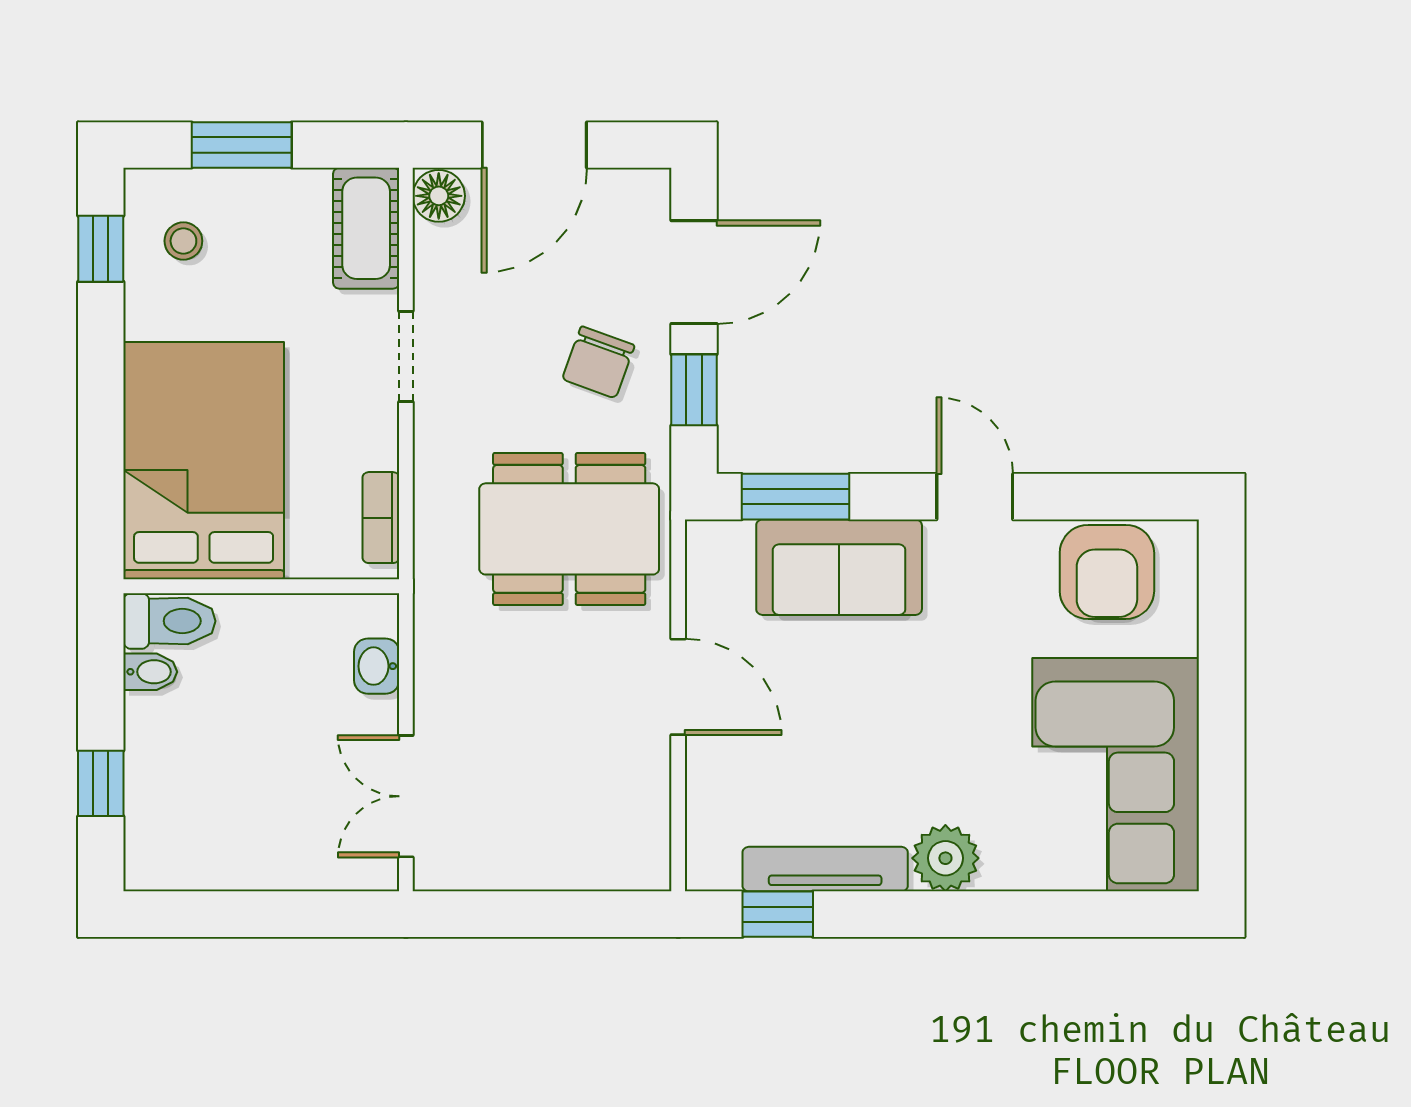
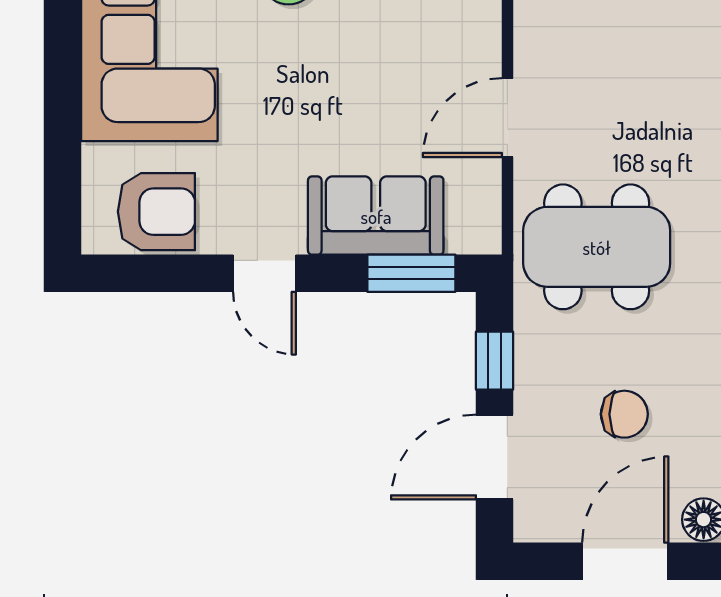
chair: (598, 362) -> (624, 414), moved, turned 70
armchair: (1107, 572) -> (156, 212), turned 90
door: (678, 687) -> (507, 118), hinge flipped

